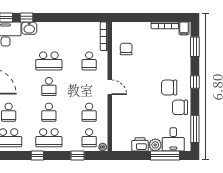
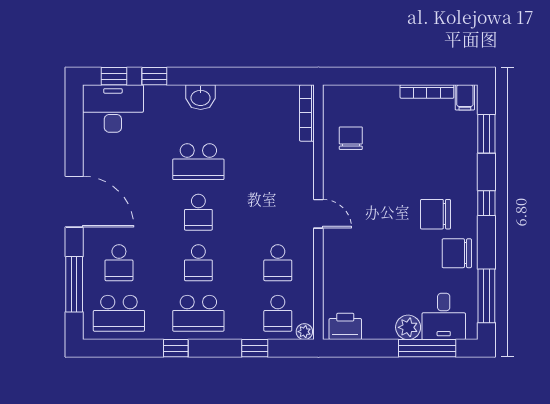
washbasin: (29, 28) -> (201, 97), moved
school desk: (89, 61) -> (278, 162), removed
printer: (140, 144) -> (345, 326), moved

